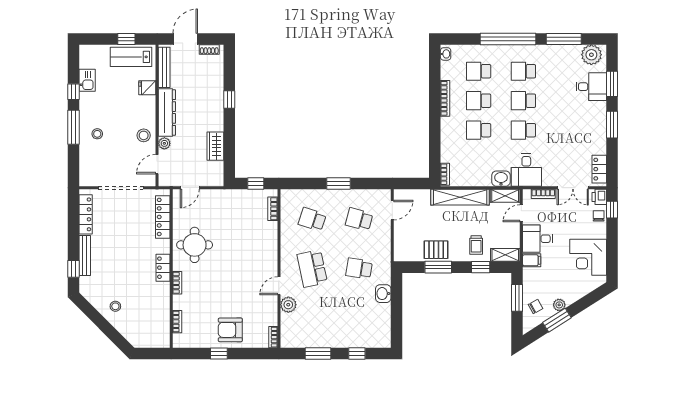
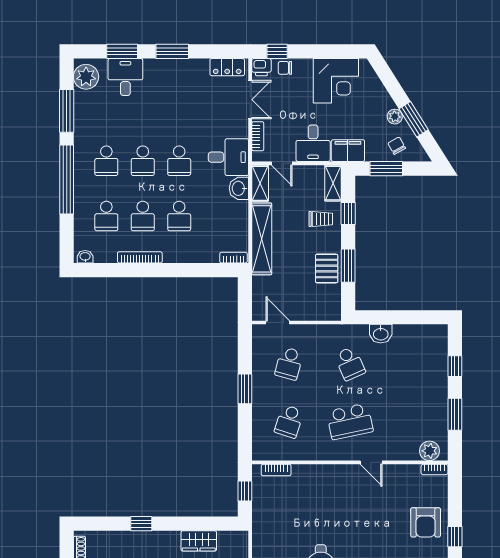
filing cabinet: (532, 260) -> (348, 151), width x2.00
school desk: (359, 269) -> (350, 364), turned -33
plant: (288, 305) -> (429, 451), moved

